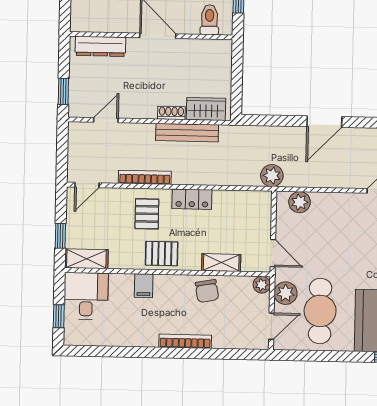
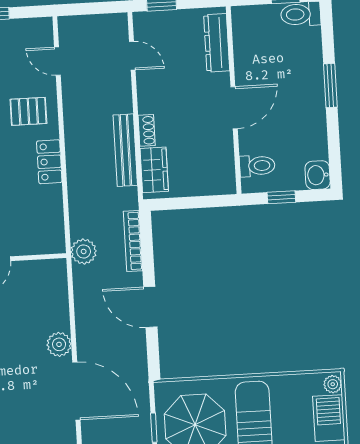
bookcase: (145, 177) -> (133, 241), moved, turned 180
door: (87, 185) -> (57, 61), moved
plant: (300, 202) -> (59, 344), moved

